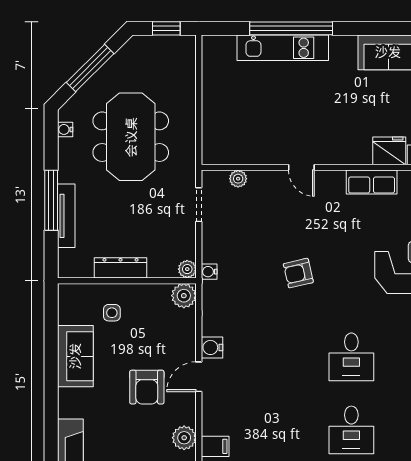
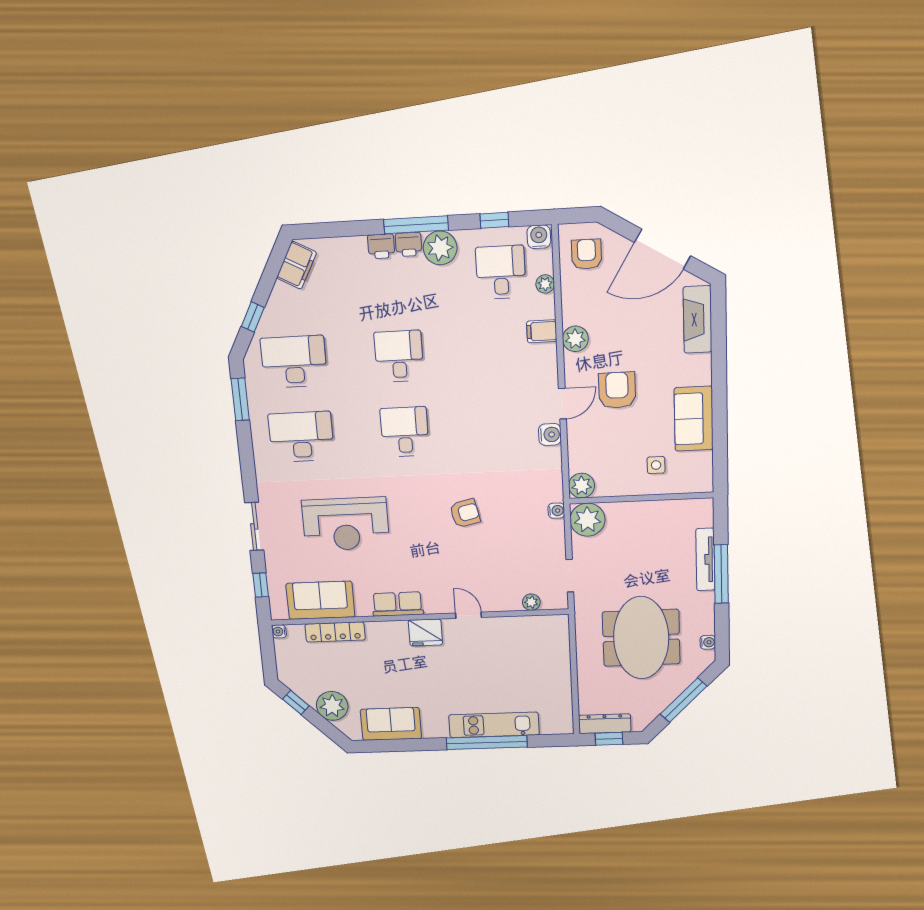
fridge: (389, 151) -> (425, 632), moved
dresser: (121, 268) -> (605, 724), moved, turned 180
plant: (187, 269) -> (588, 520), width x1.87, depth x1.87

